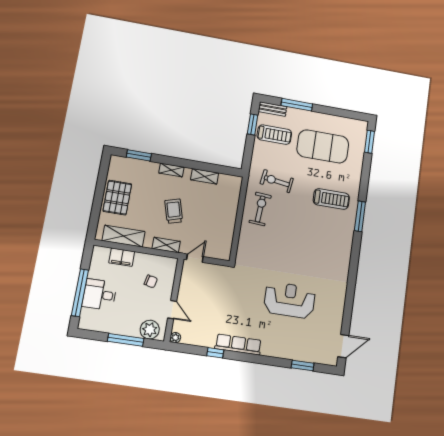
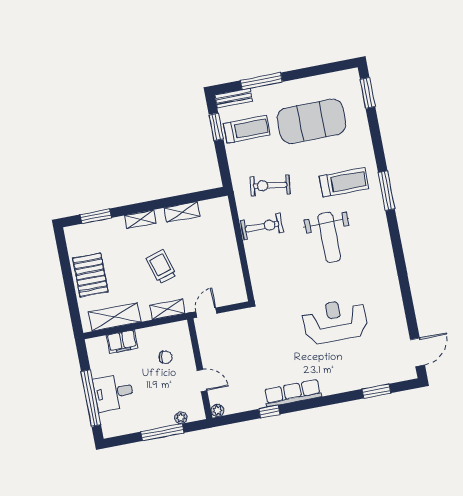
exercise bike: (260, 209) -> (262, 227), turned 86
weight bench: (307, 235) -> (329, 237), added
plant: (150, 330) -> (181, 418), width x0.53, depth x0.53

